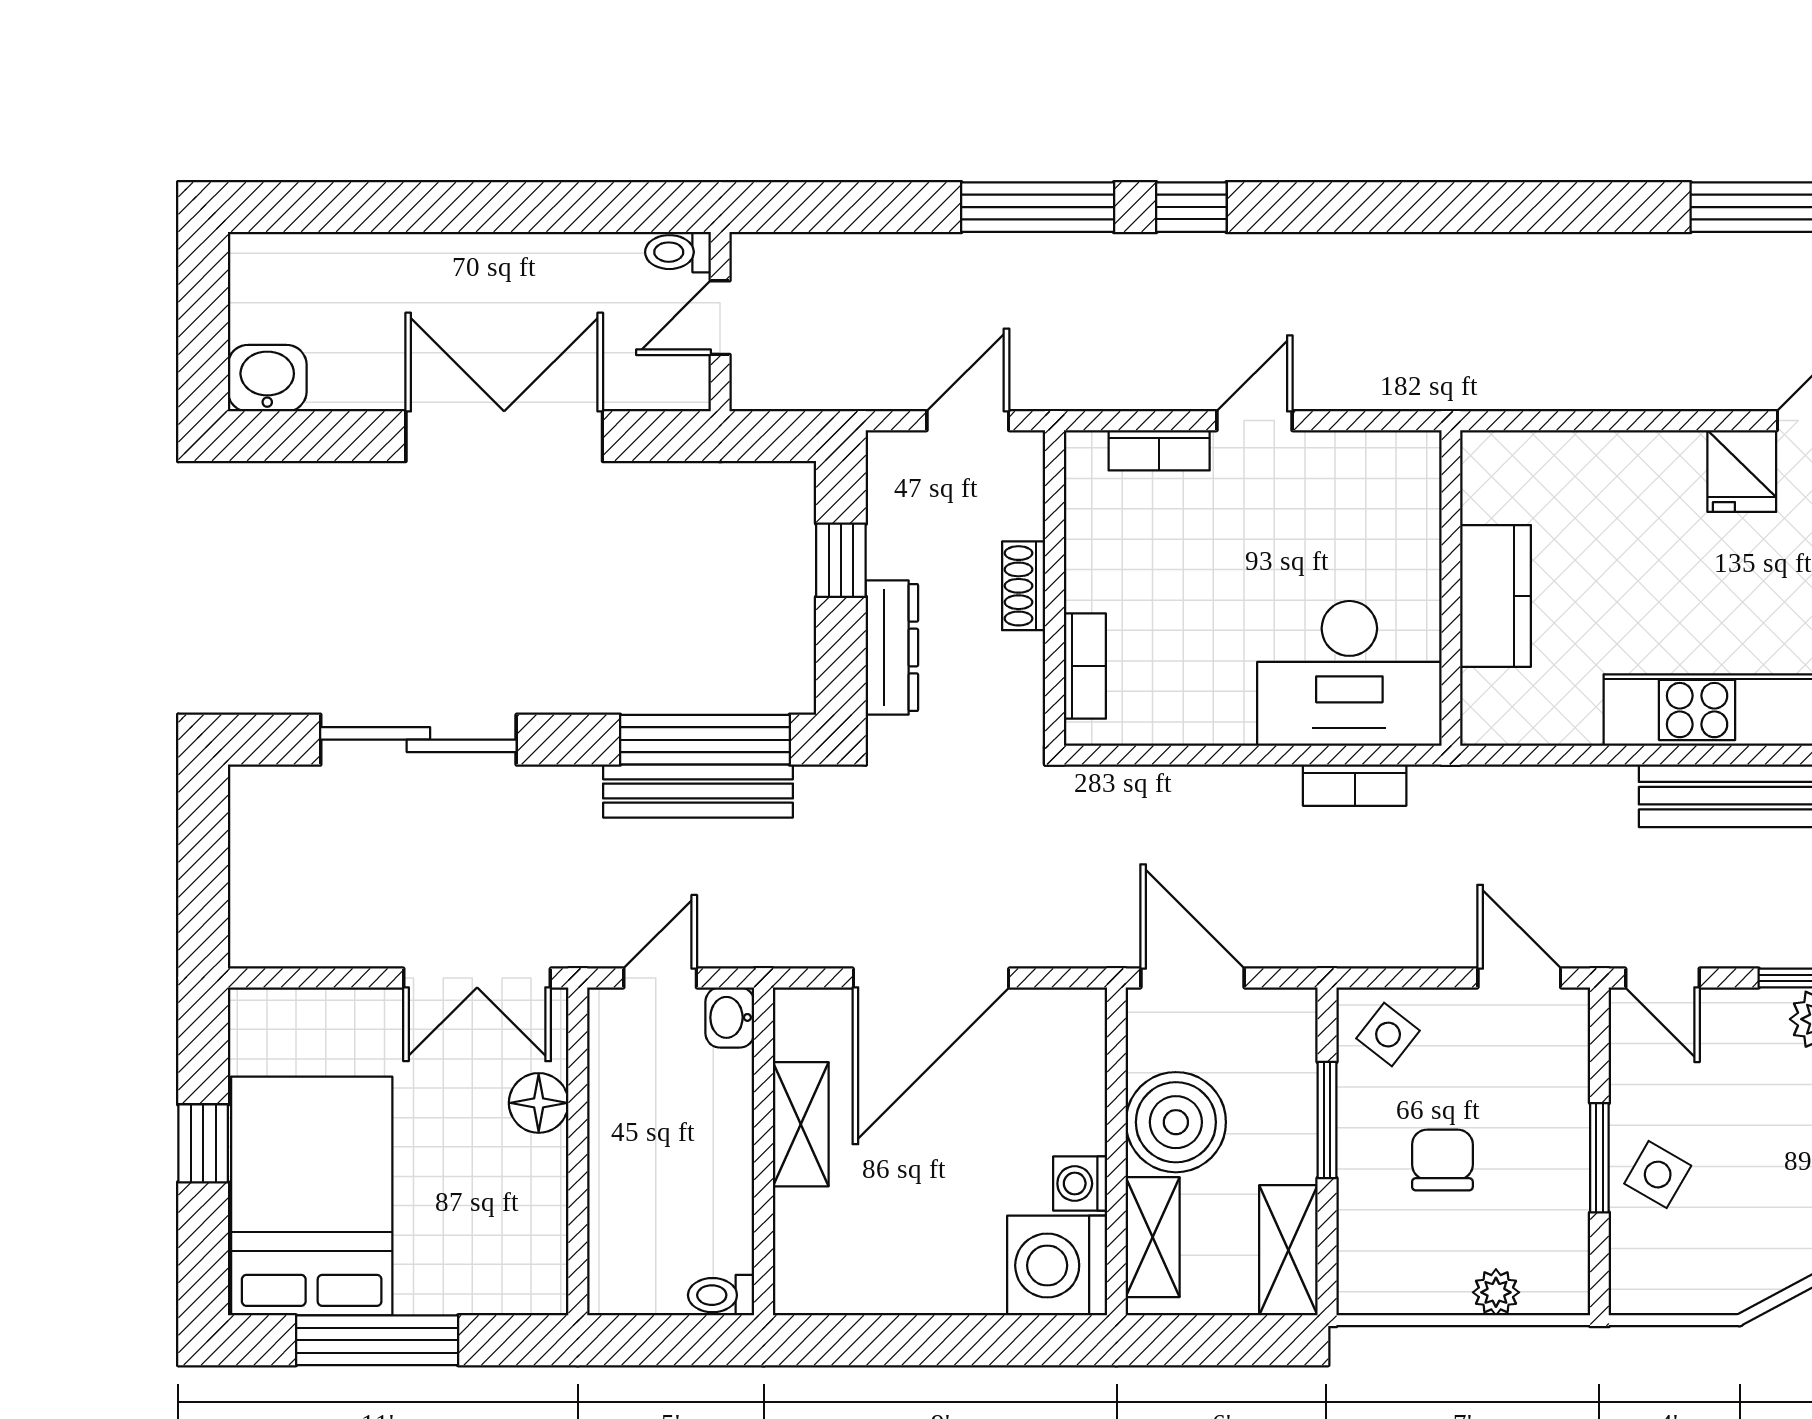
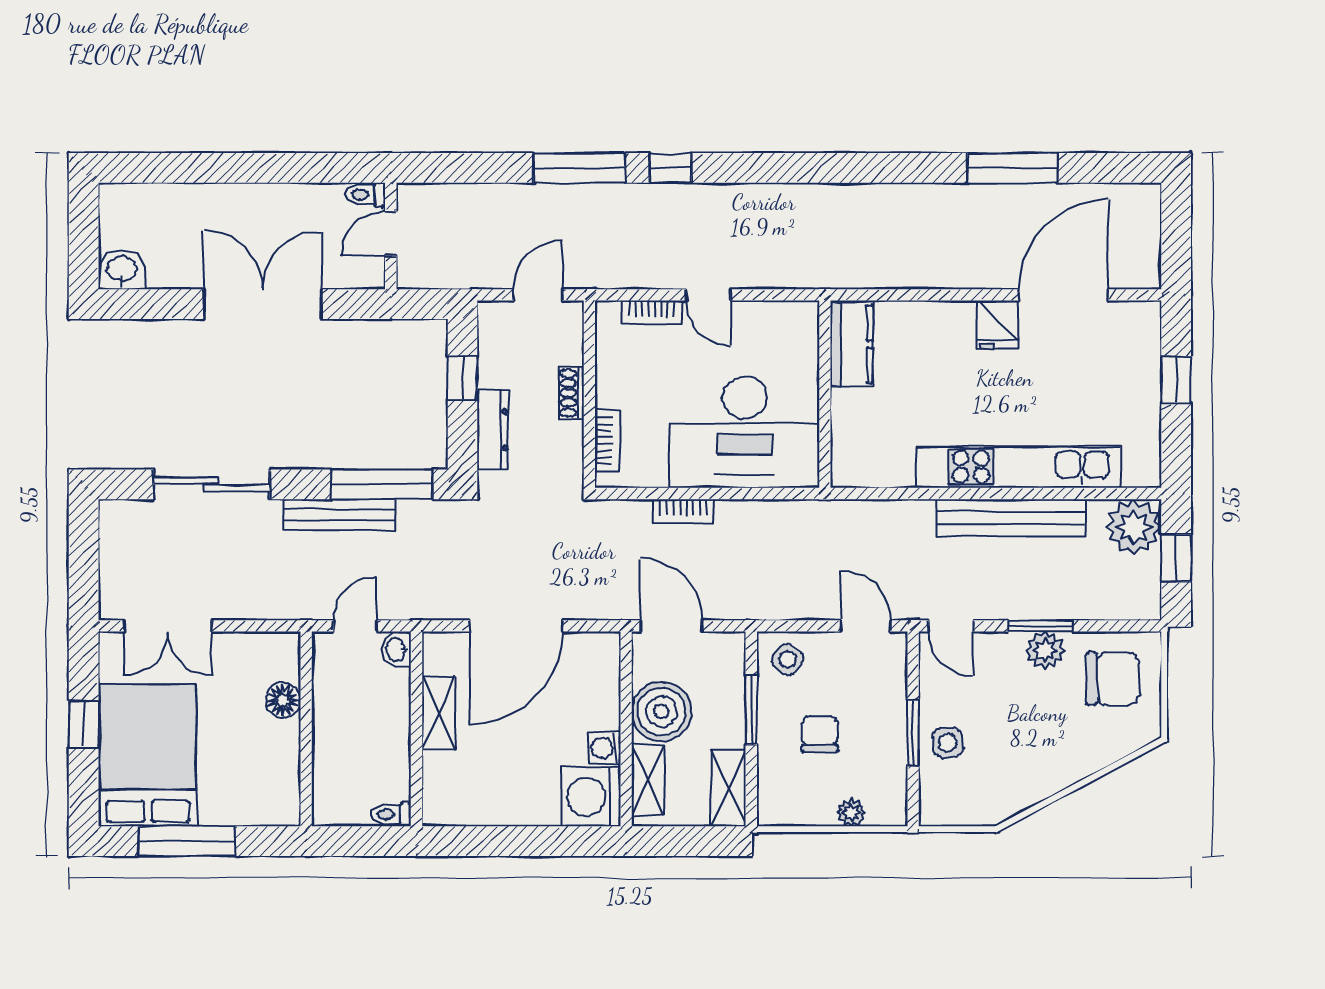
door: (1255, 421) -> (708, 295), swing flipped
kitchen counter: (1496, 596) -> (851, 344), moved
desk: (1349, 673) -> (745, 432), width x1.36, depth x1.30
bookcase: (1355, 785) -> (683, 511), moved
bench: (698, 791) -> (339, 515), moved
double door: (477, 978) -> (168, 626), moved
side table: (1658, 1175) -> (948, 743), turned -34

